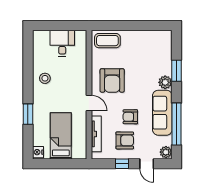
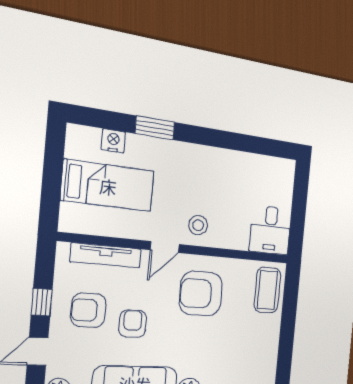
desk: (62, 43) -> (270, 230), moved, turned 90
stool: (45, 78) -> (198, 225), moved
armchair: (125, 140) -> (88, 310), turned 90
nightstand: (38, 152) -> (113, 141), moved

